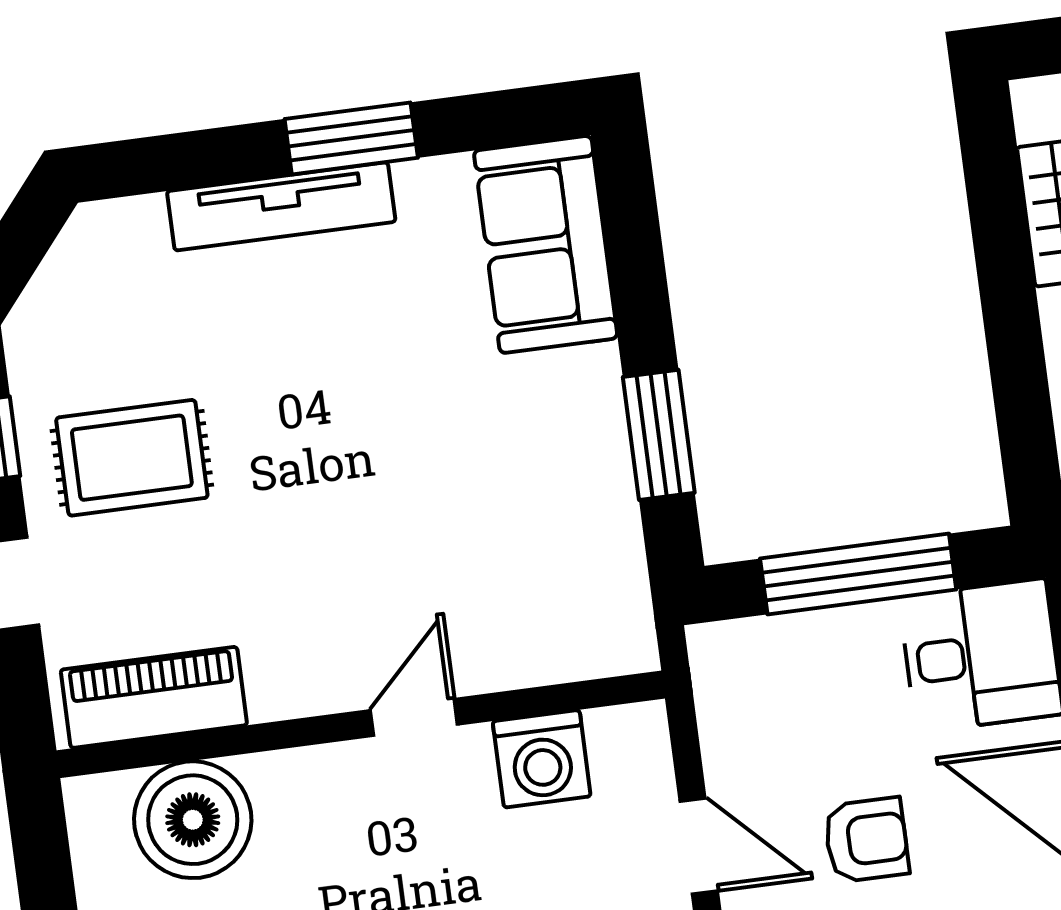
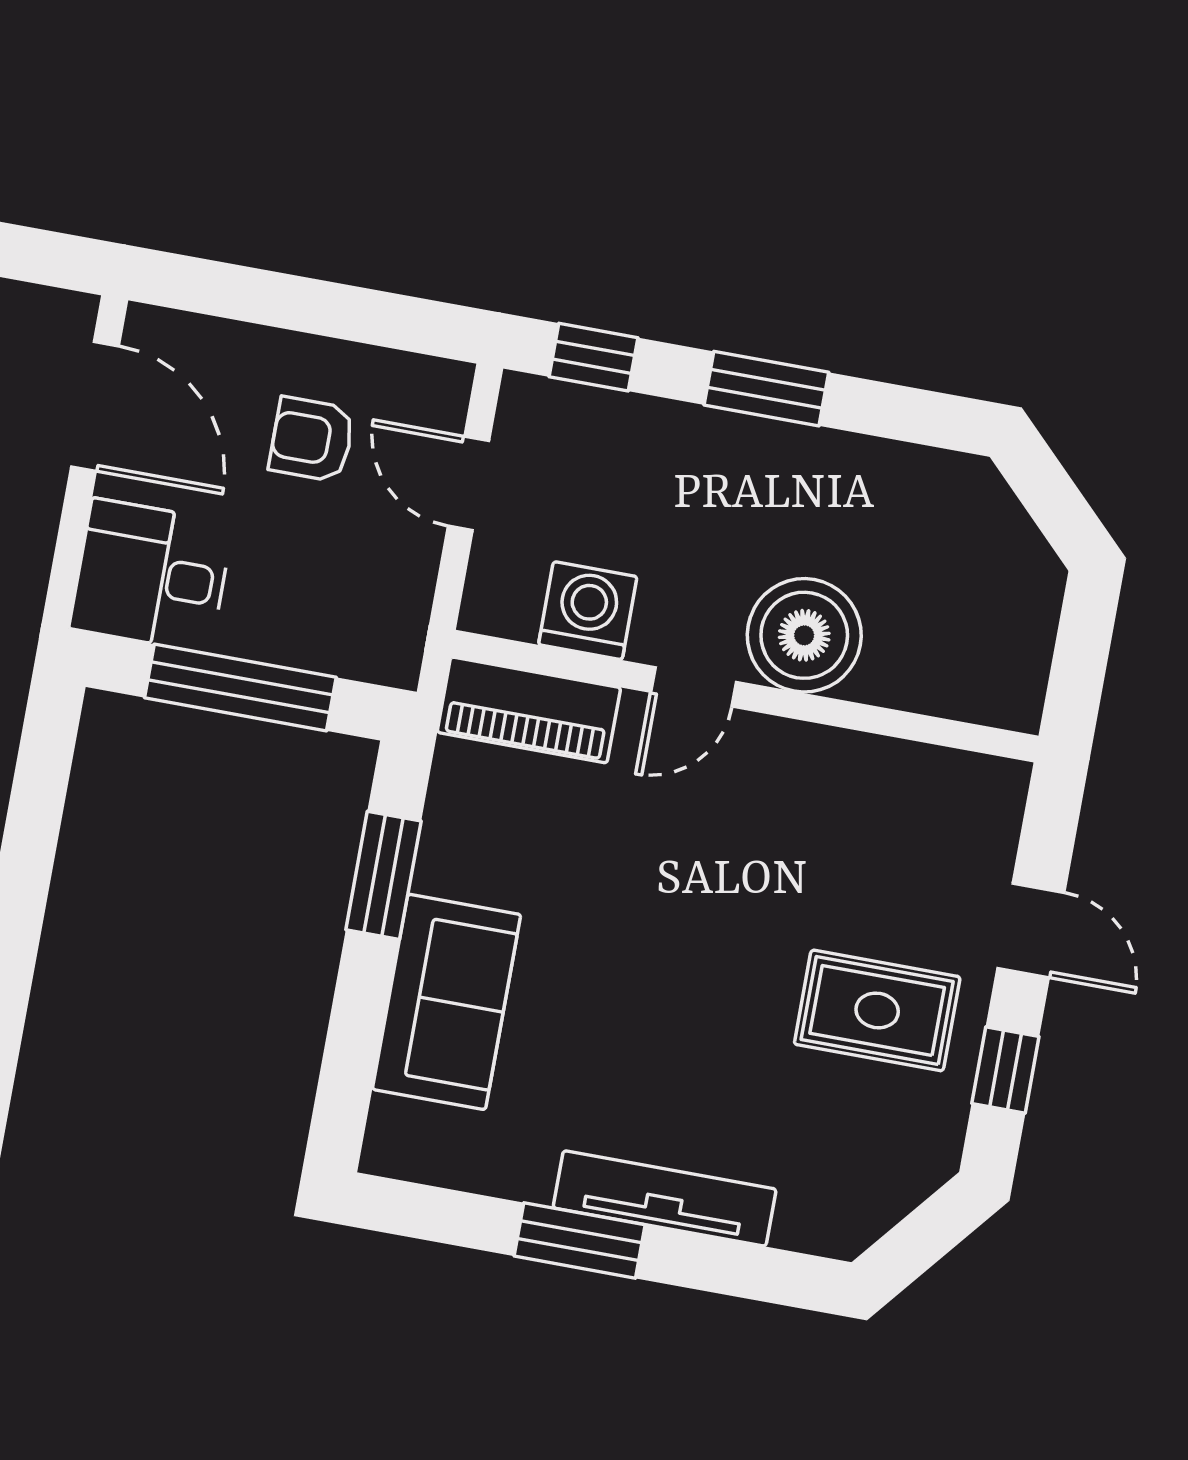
sofa: (546, 244) -> (447, 1002), moved
piano: (154, 697) -> (529, 710), moved
boiler: (193, 820) -> (804, 635), moved

